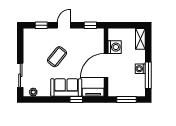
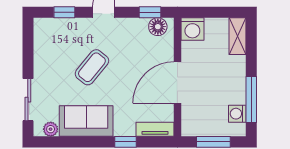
floor lamp: (95, 33) -> (158, 27), added
washing machine: (115, 47) -> (192, 29), moved, turned 90
washing machine: (140, 69) -> (237, 114), moved
sofa: (66, 87) -> (86, 121), moved

